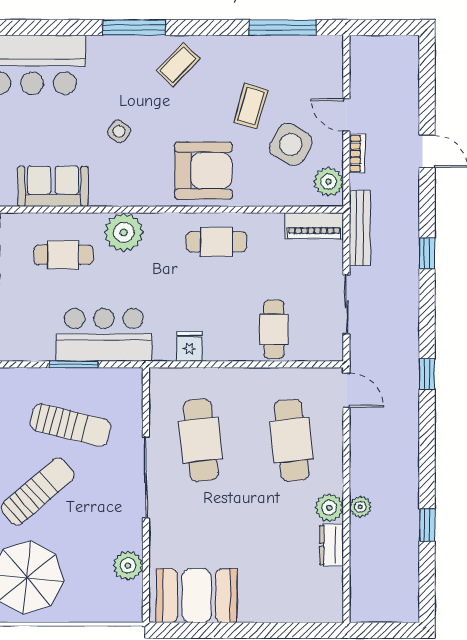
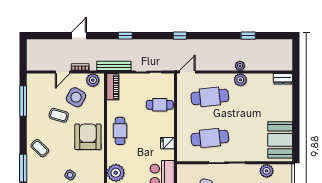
dresser: (331, 545) -> (283, 79), moved

